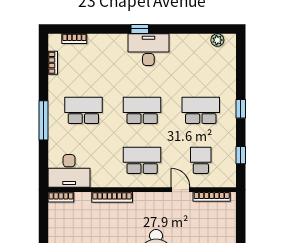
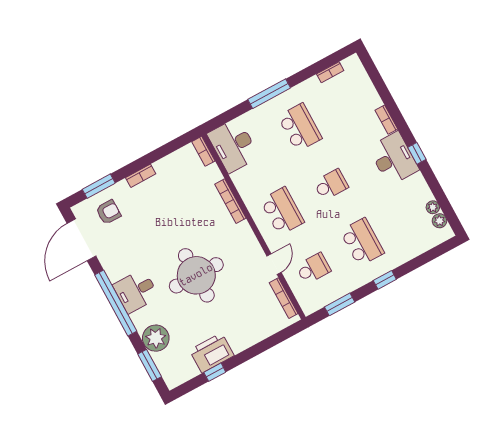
window: (140, 29) -> (417, 153), moved
bookcase: (74, 39) -> (386, 120), moved
plant: (204, 40) -> (433, 207), added
school desk: (142, 110) -> (331, 185), width x0.54
window: (241, 155) -> (340, 304), width x1.50

